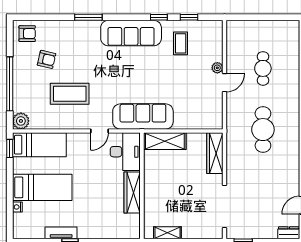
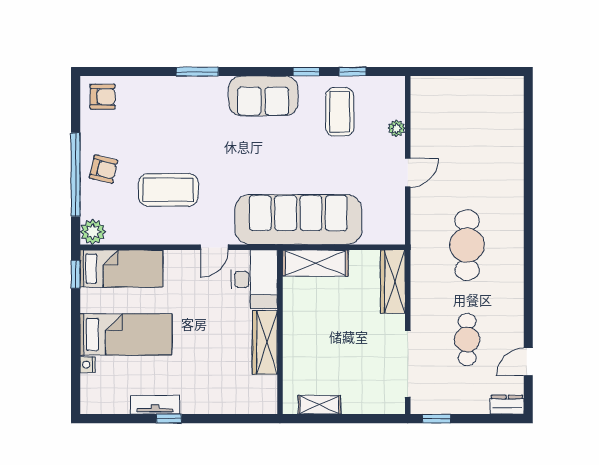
sofa: (131, 33) -> (263, 96), width x0.73
coffee table: (181, 43) -> (340, 112), width x1.36, depth x1.30
armchair: (47, 59) -> (103, 169), moved
plant: (217, 68) -> (396, 128), moved
cafe table: (263, 68) -> (467, 340), moved
sofa: (143, 116) -> (298, 220), width x1.36, depth x1.27

